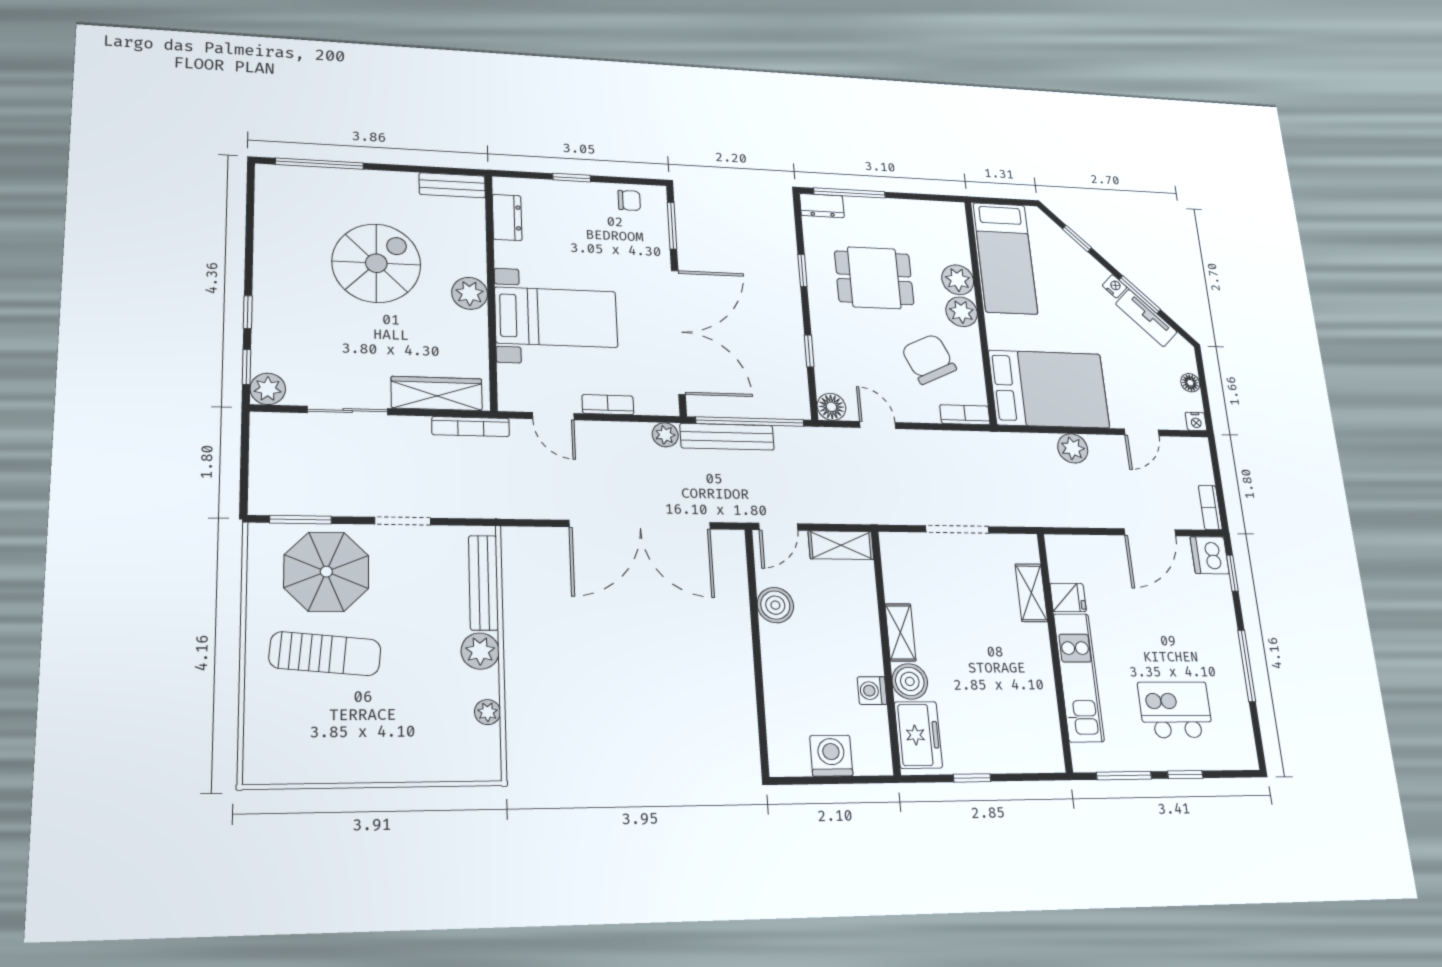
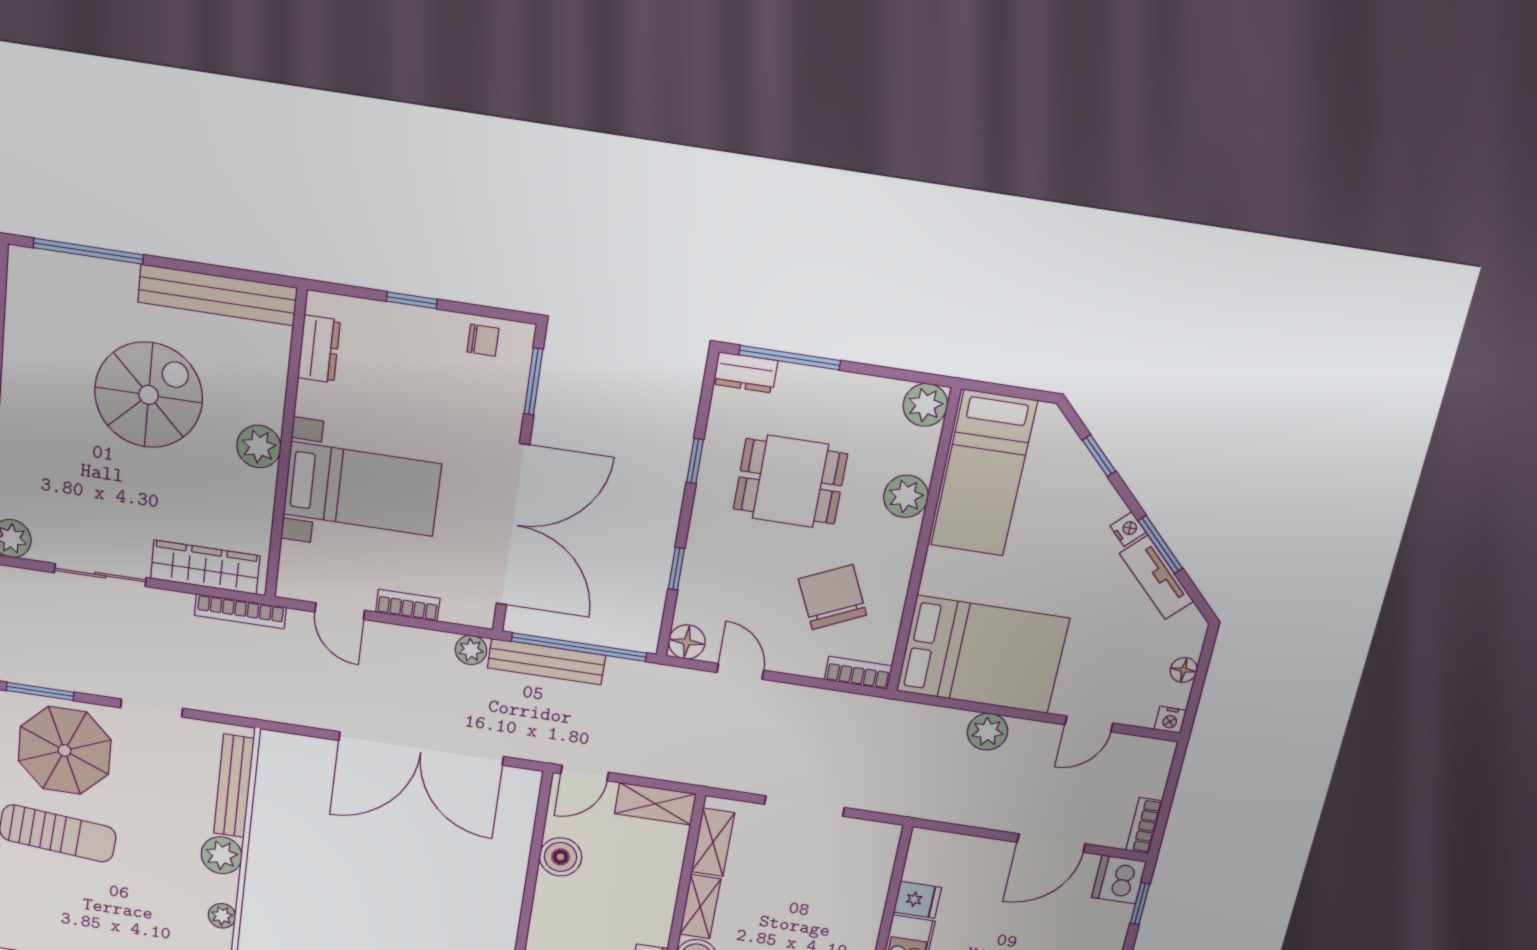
bench: (452, 185) -> (217, 295), width x1.86, depth x1.21
plant: (962, 312) -> (925, 405), moved
shelving: (1031, 593) -> (713, 842), moved

